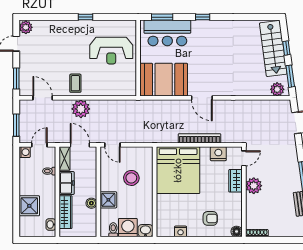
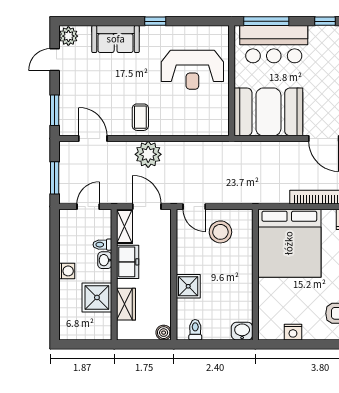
window: (162, 17) -> (266, 21), width x1.44
sofa: (58, 29) -> (116, 39), added
washing machine: (25, 152) -> (67, 271), moved
stool: (131, 178) -> (220, 232), moved
boiler: (91, 203) -> (164, 333), moved
shower: (29, 206) -> (97, 297), moved
wardrobe: (65, 212) -> (126, 304), width x0.67
washbasin: (51, 224) -> (105, 260), moved
washing machine: (128, 228) -> (217, 327), removed

